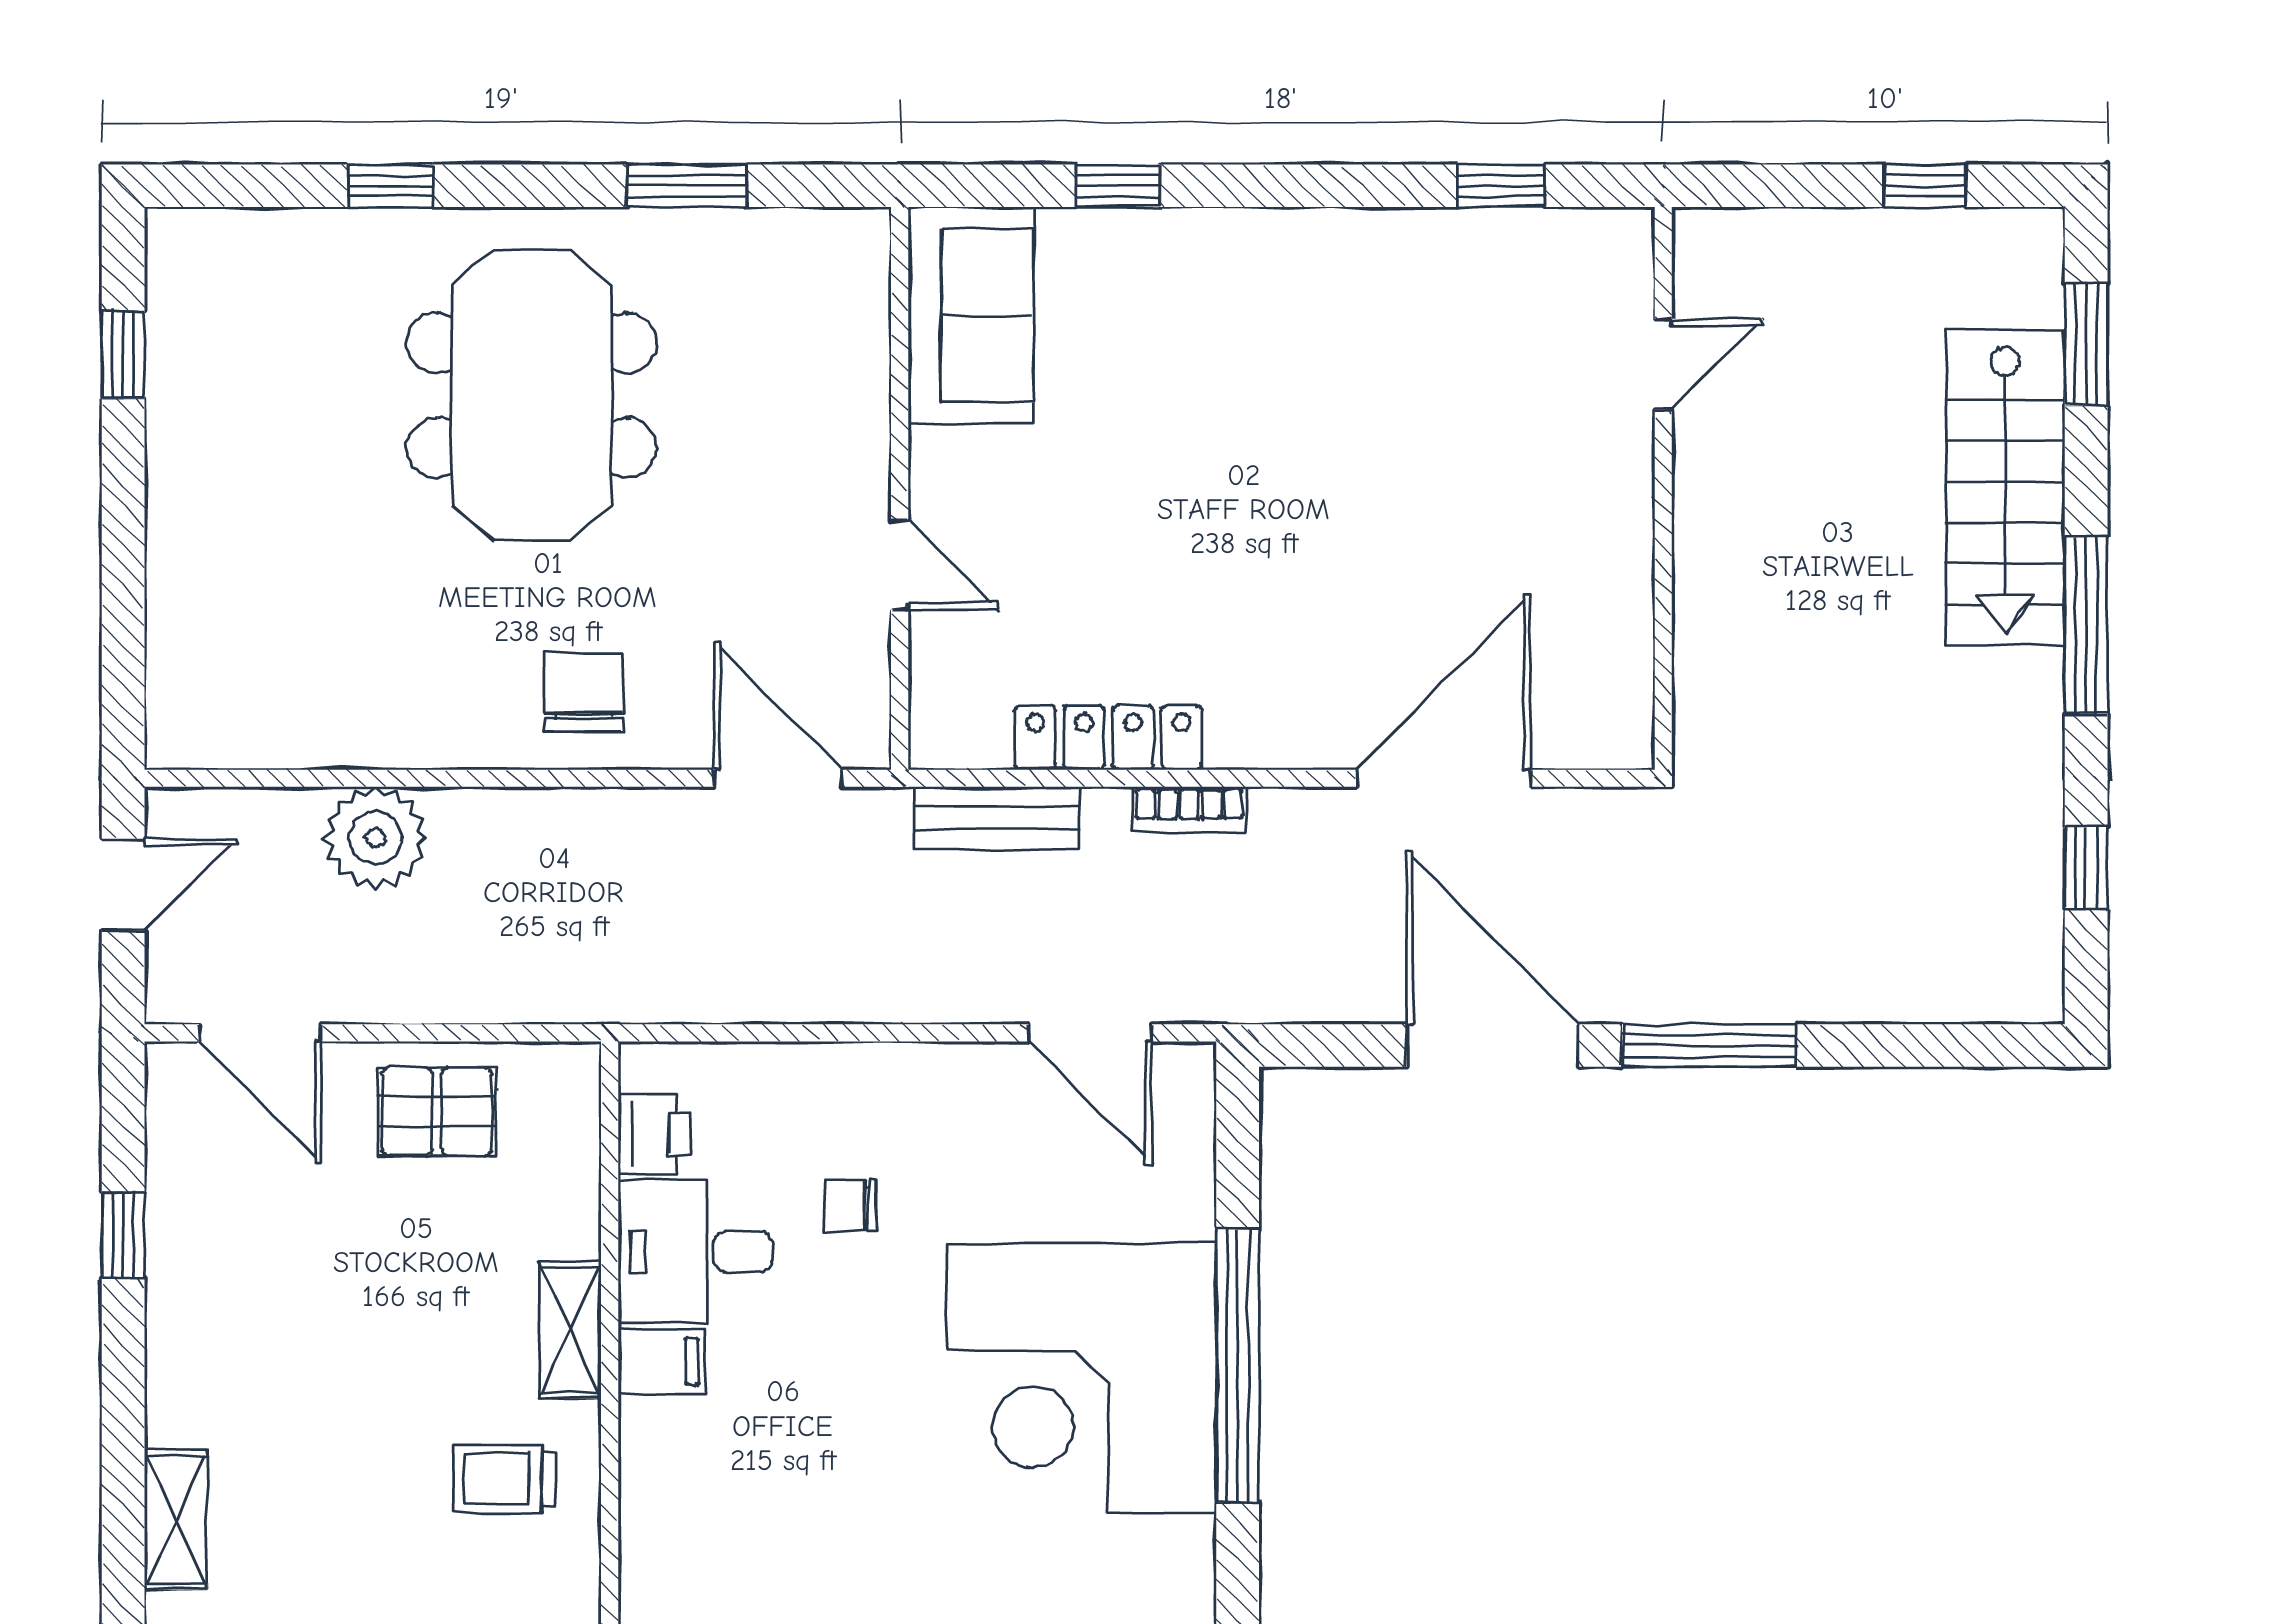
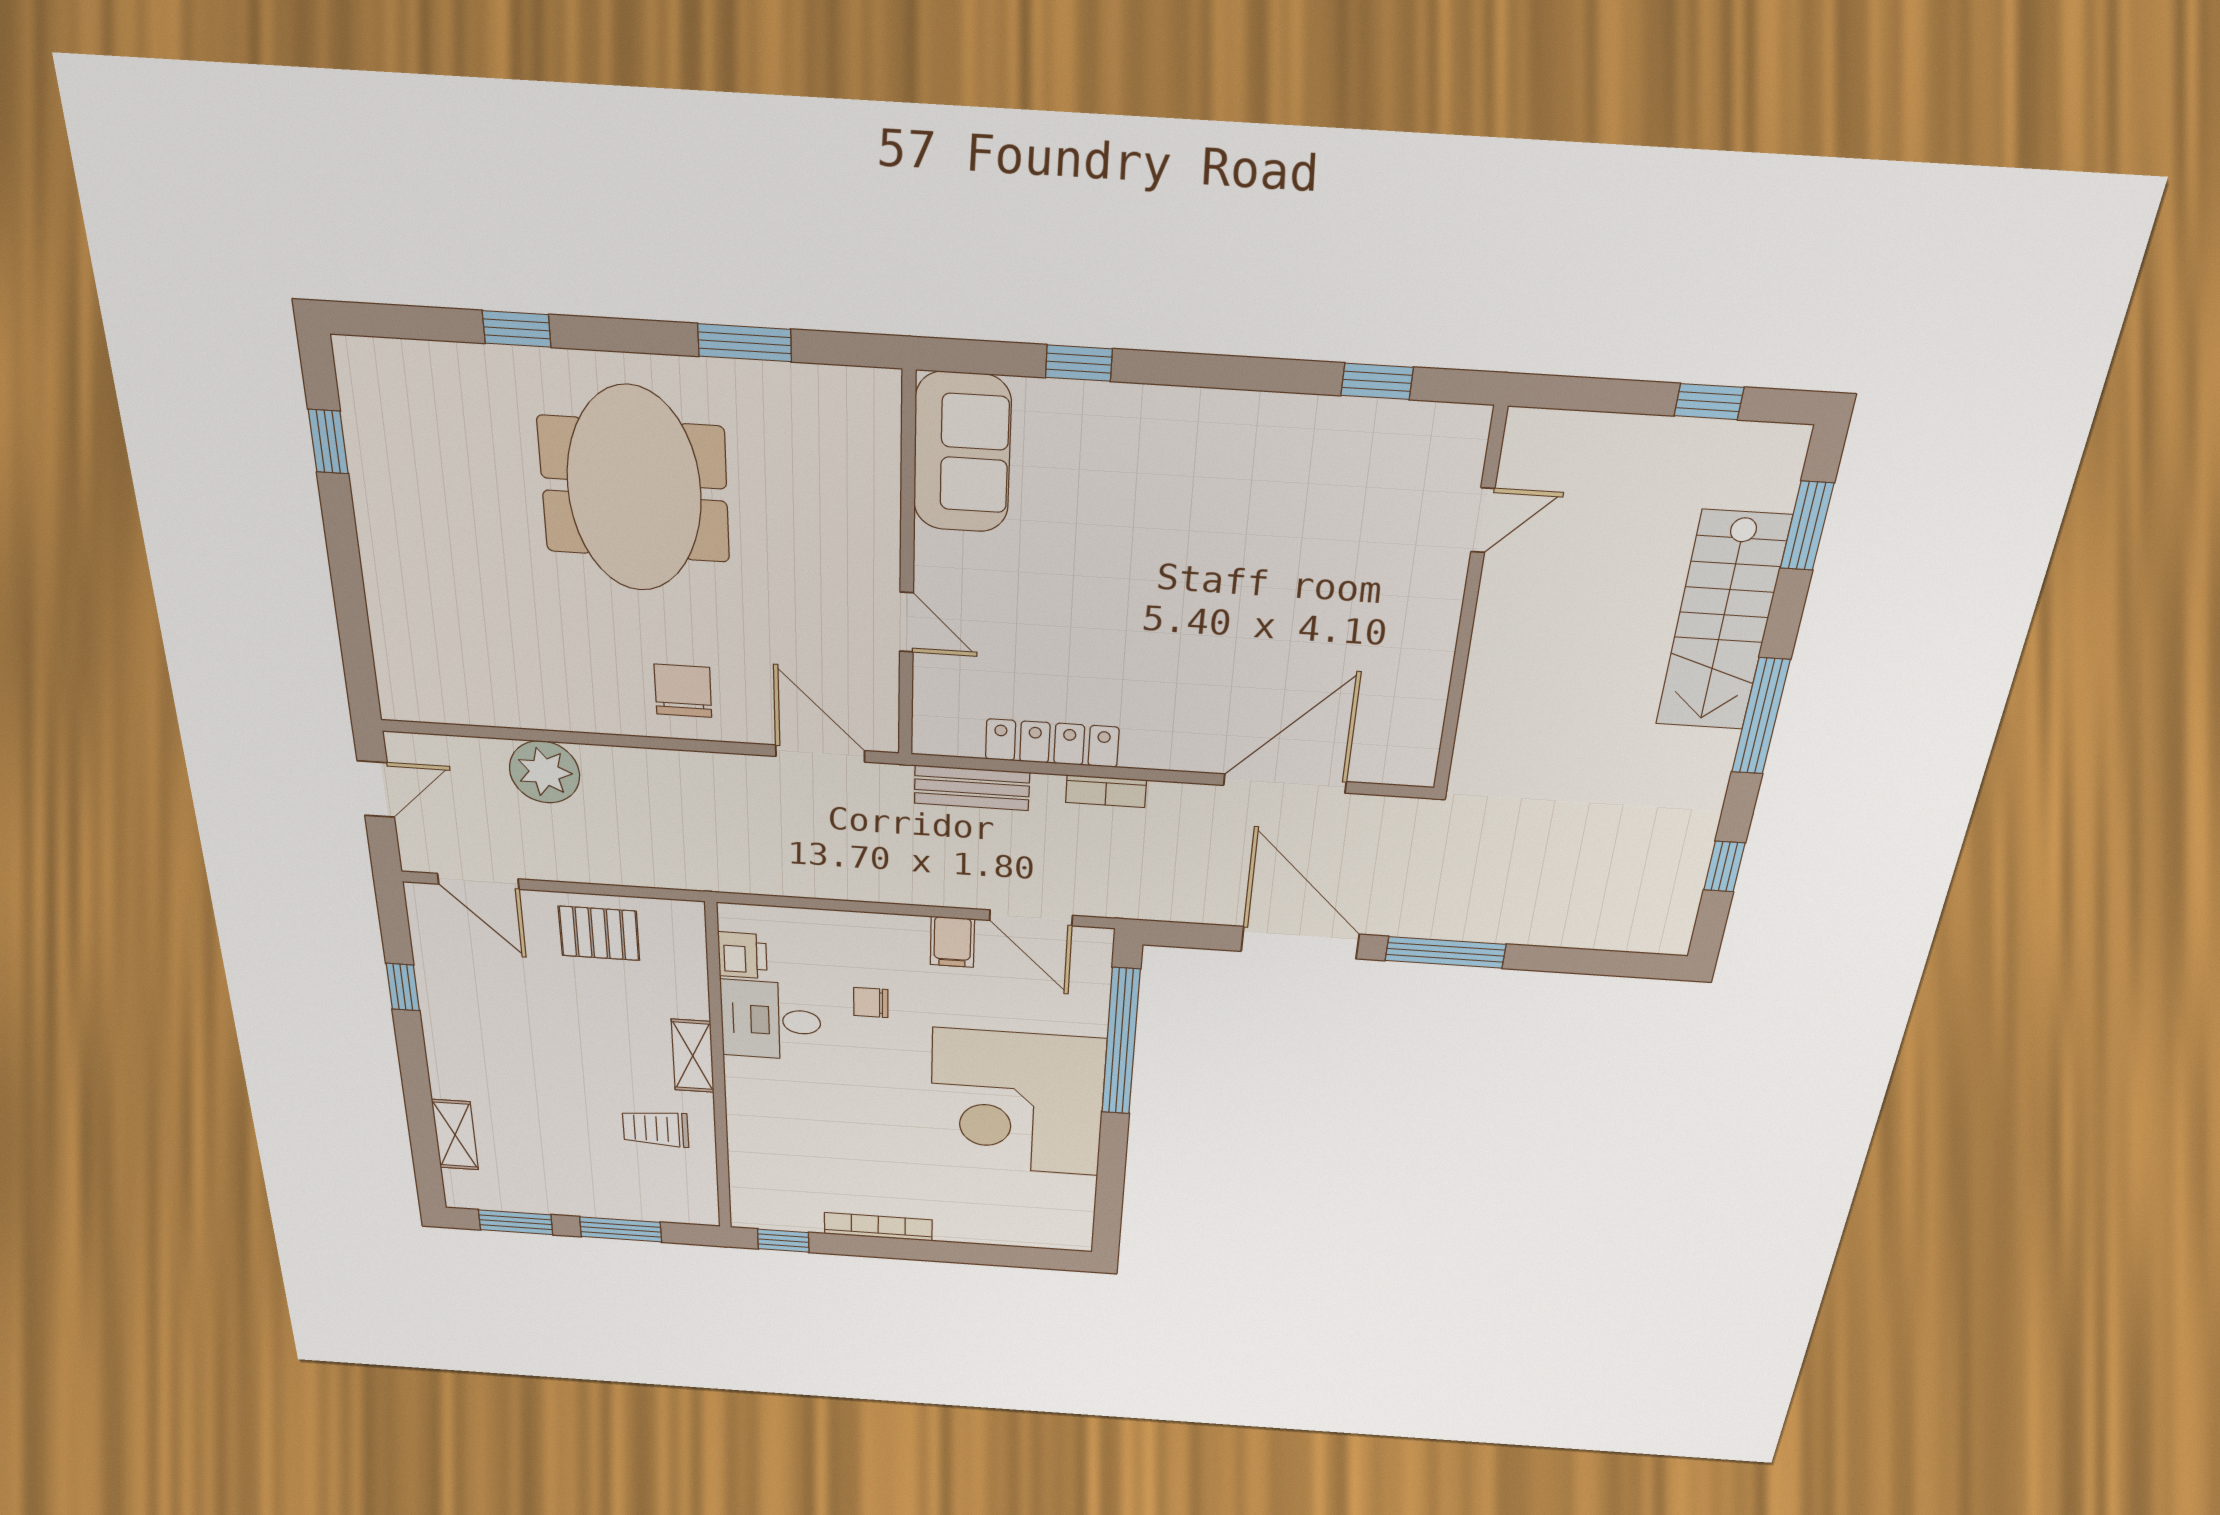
filing cabinet: (662, 1361) -> (952, 942), moved, turned 90
window: (1238, 1366) -> (1121, 1042), moved

